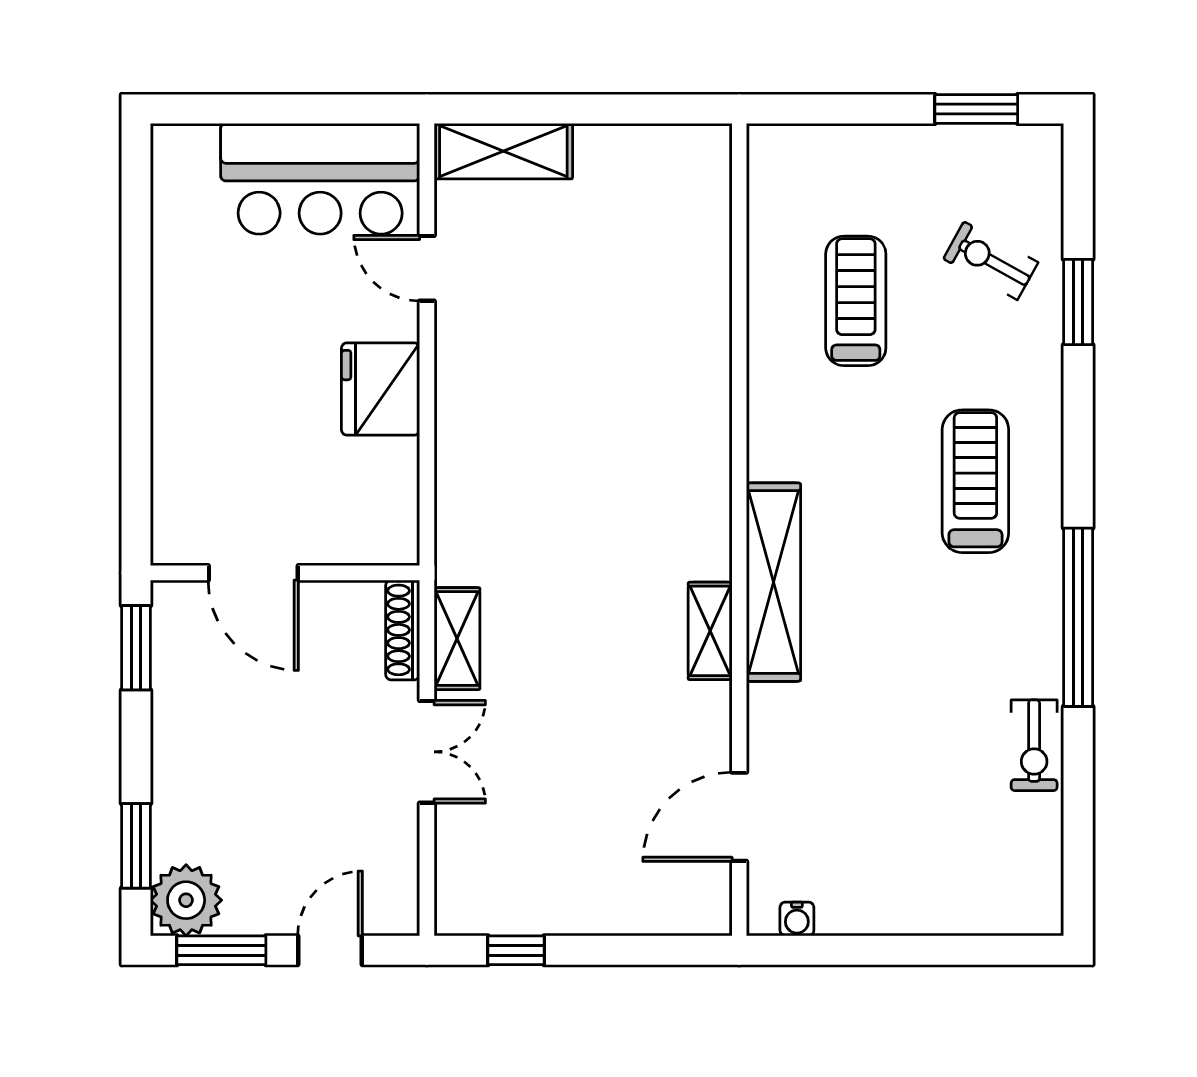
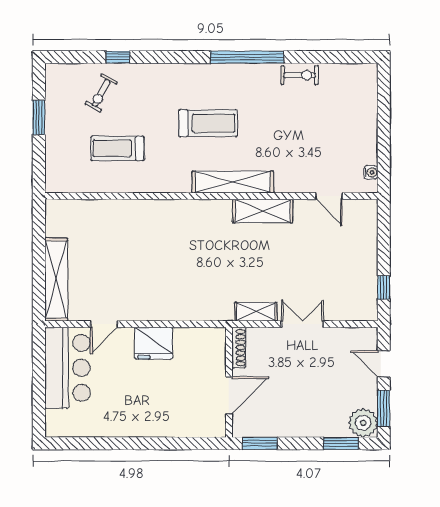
window: (976, 109) -> (39, 117), moved
shelving: (503, 151) -> (56, 280), width x1.47
window: (1078, 302) -> (118, 57), width x0.67
treadmill: (975, 481) -> (208, 123), moved, turned 180
shoe rack: (403, 630) -> (239, 348), moved, turned -90
shelving: (710, 631) -> (263, 211), width x1.50, depth x1.33
door: (739, 817) -> (329, 196), width x0.73

